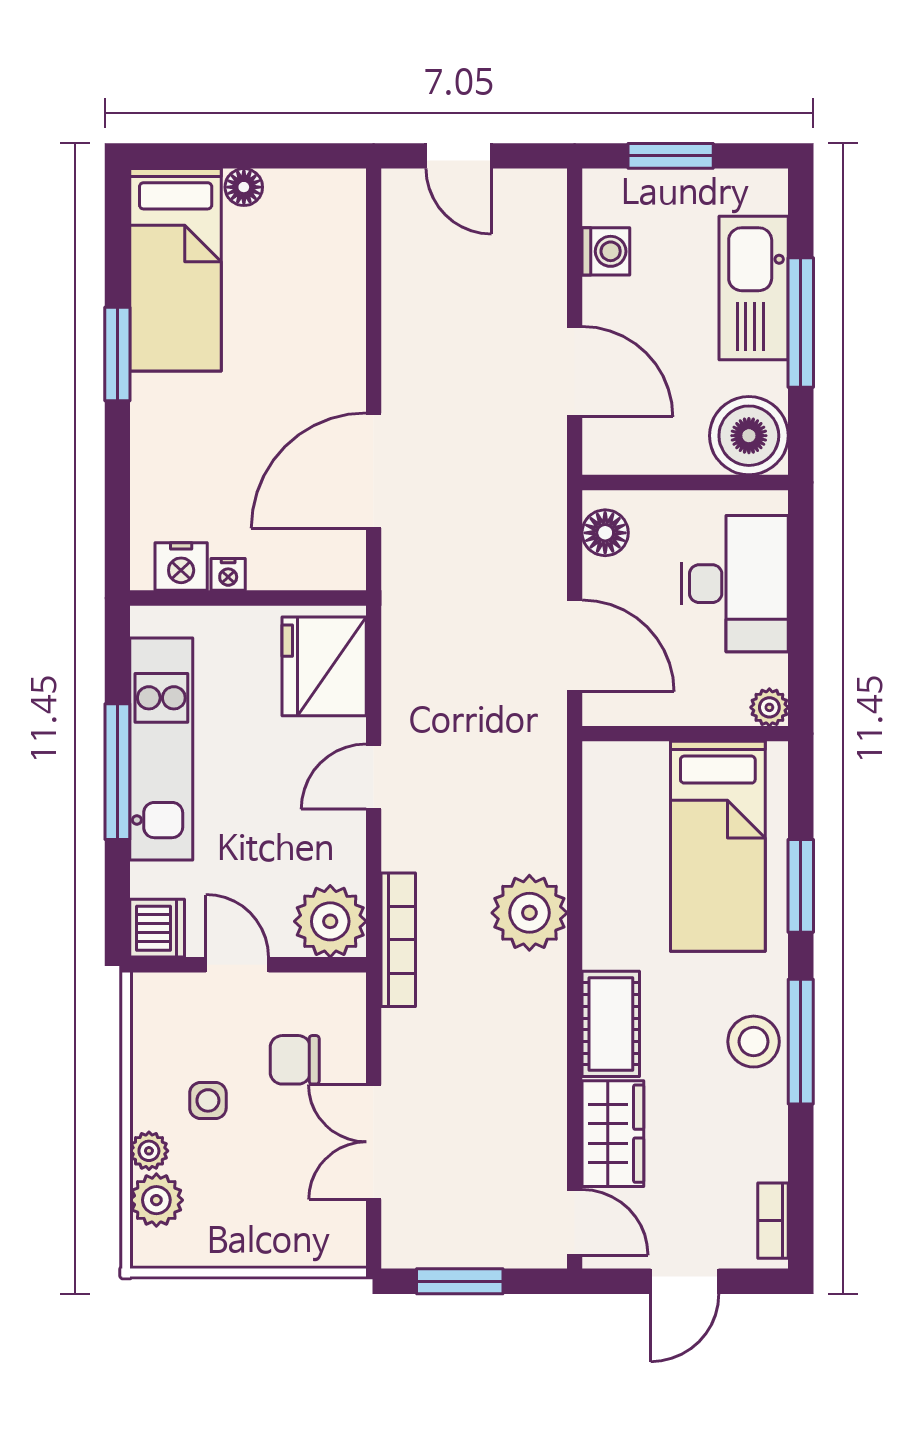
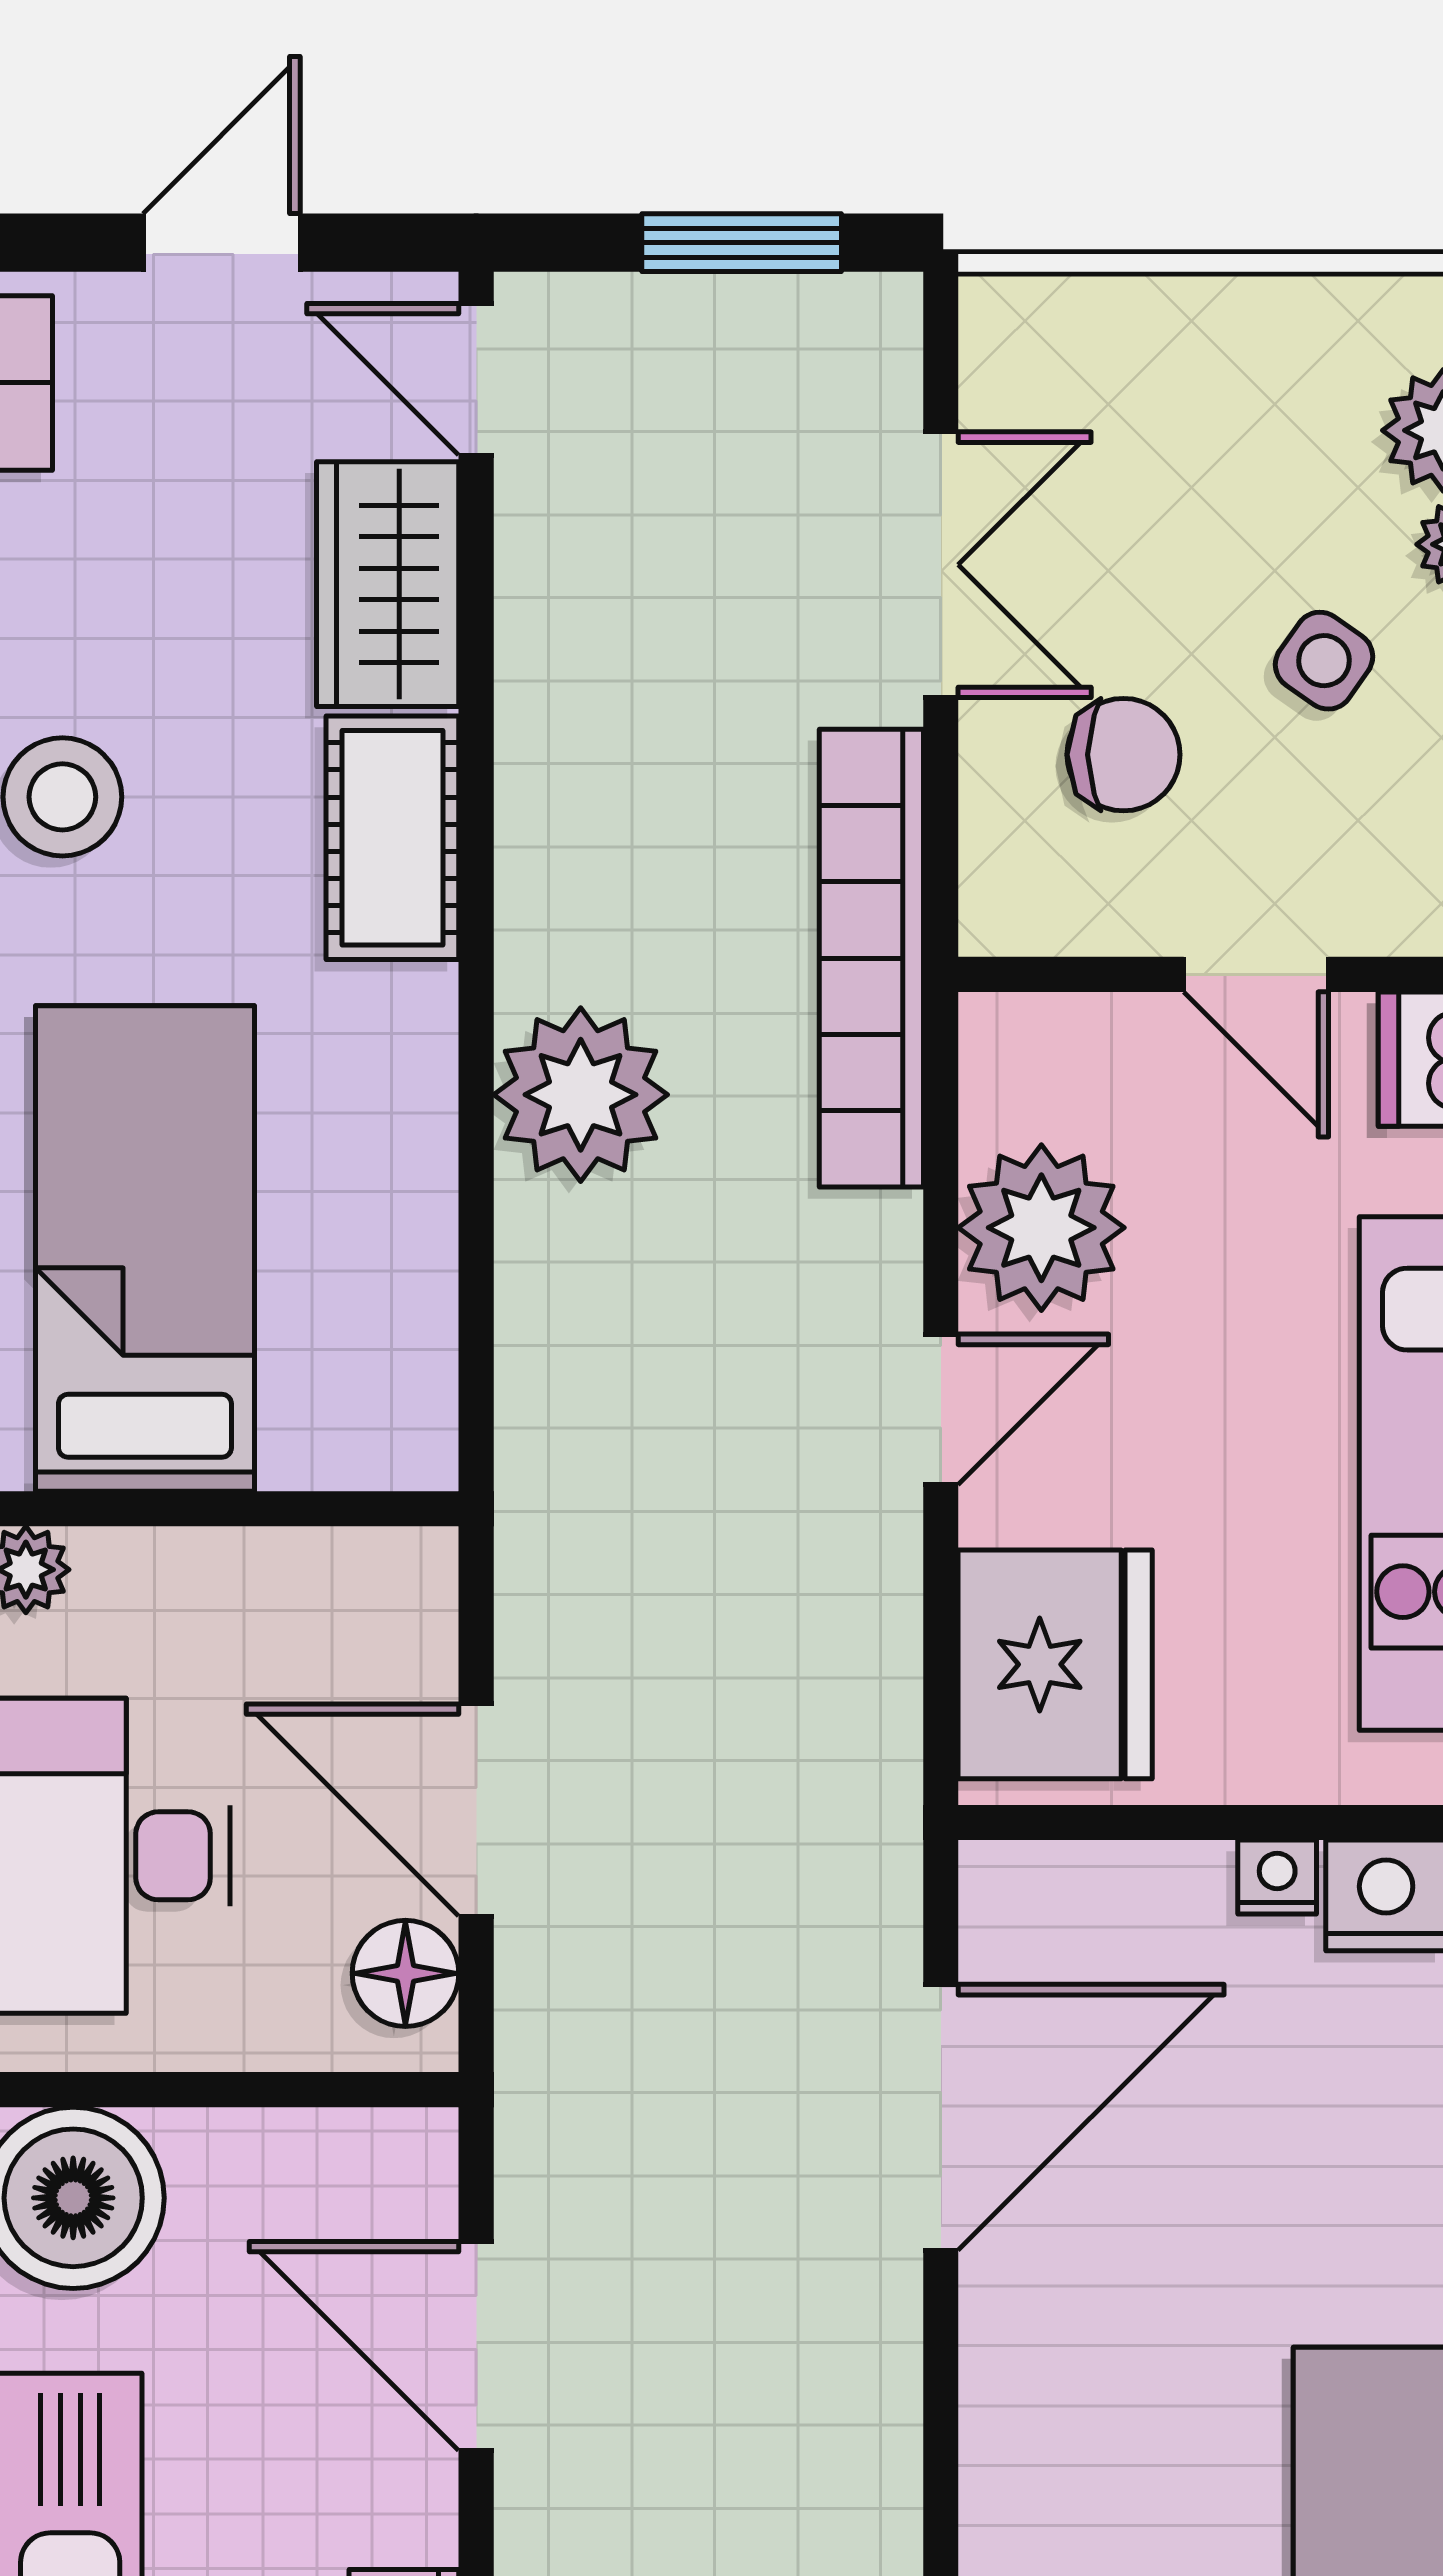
door: (575, 646) -> (476, 1810), moved
plant: (330, 921) -> (1041, 1228), moved
bookcase: (398, 940) -> (871, 958), width x1.48, depth x1.31
side table: (208, 1100) -> (1324, 661), turned 35

